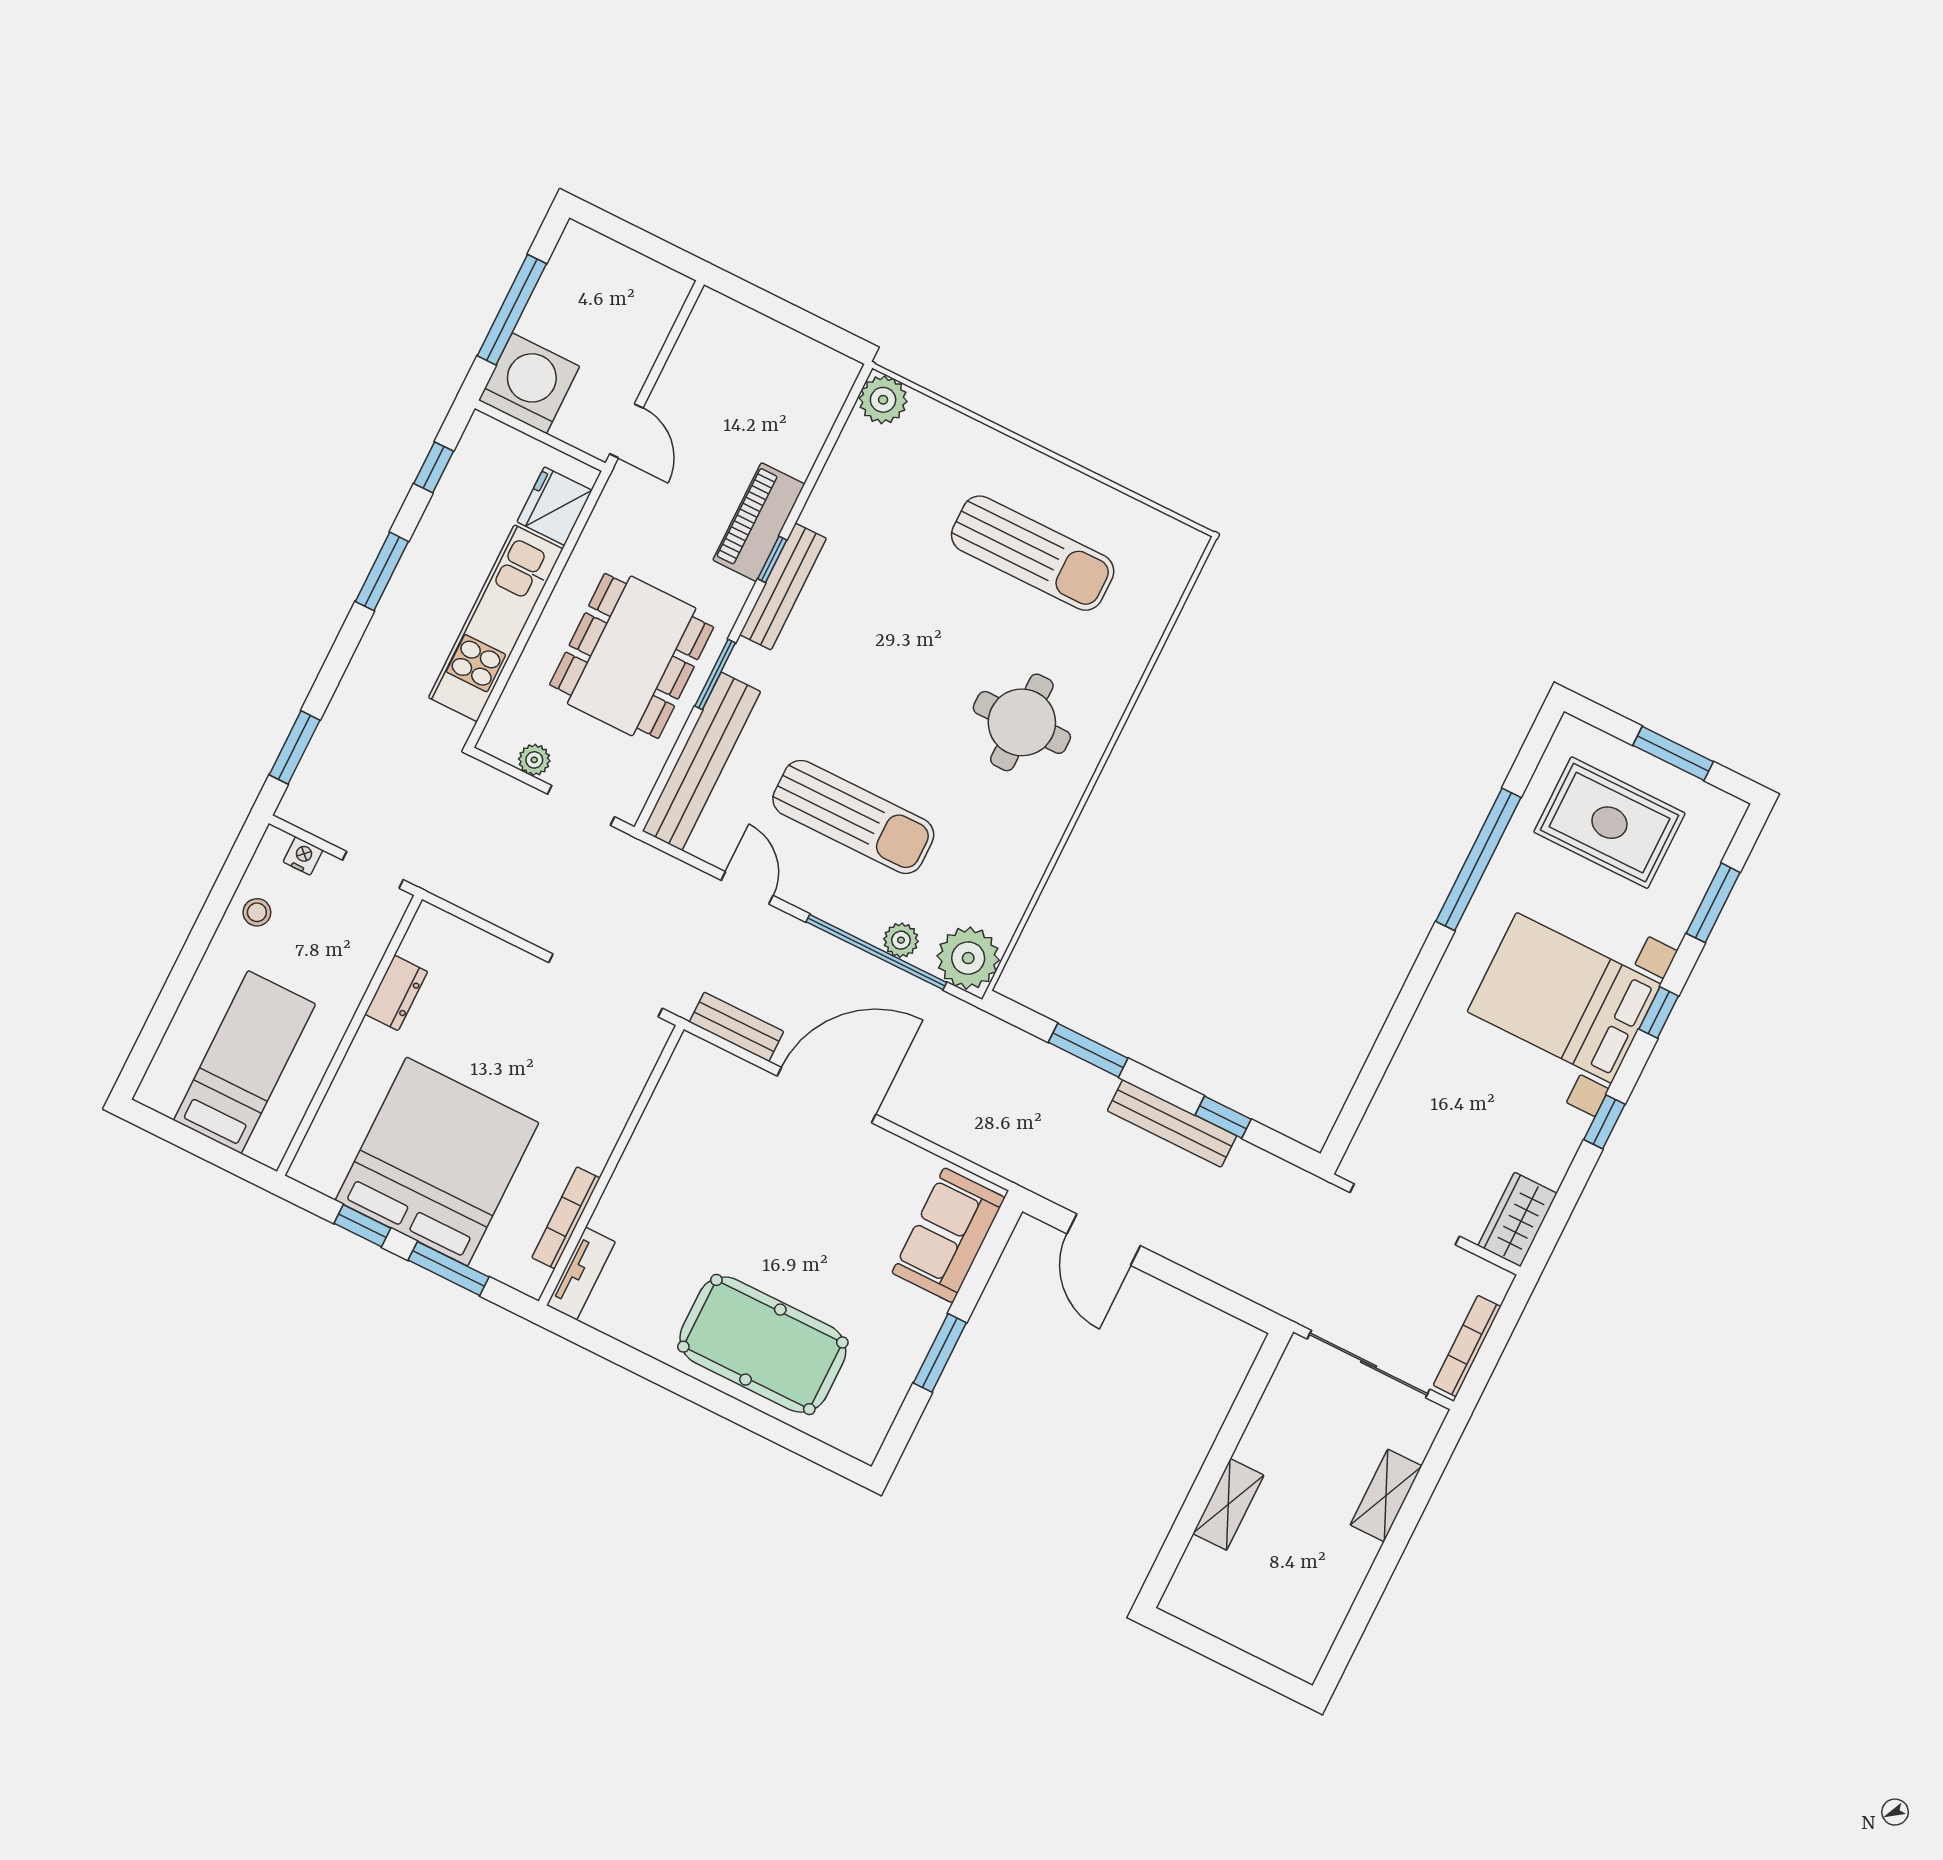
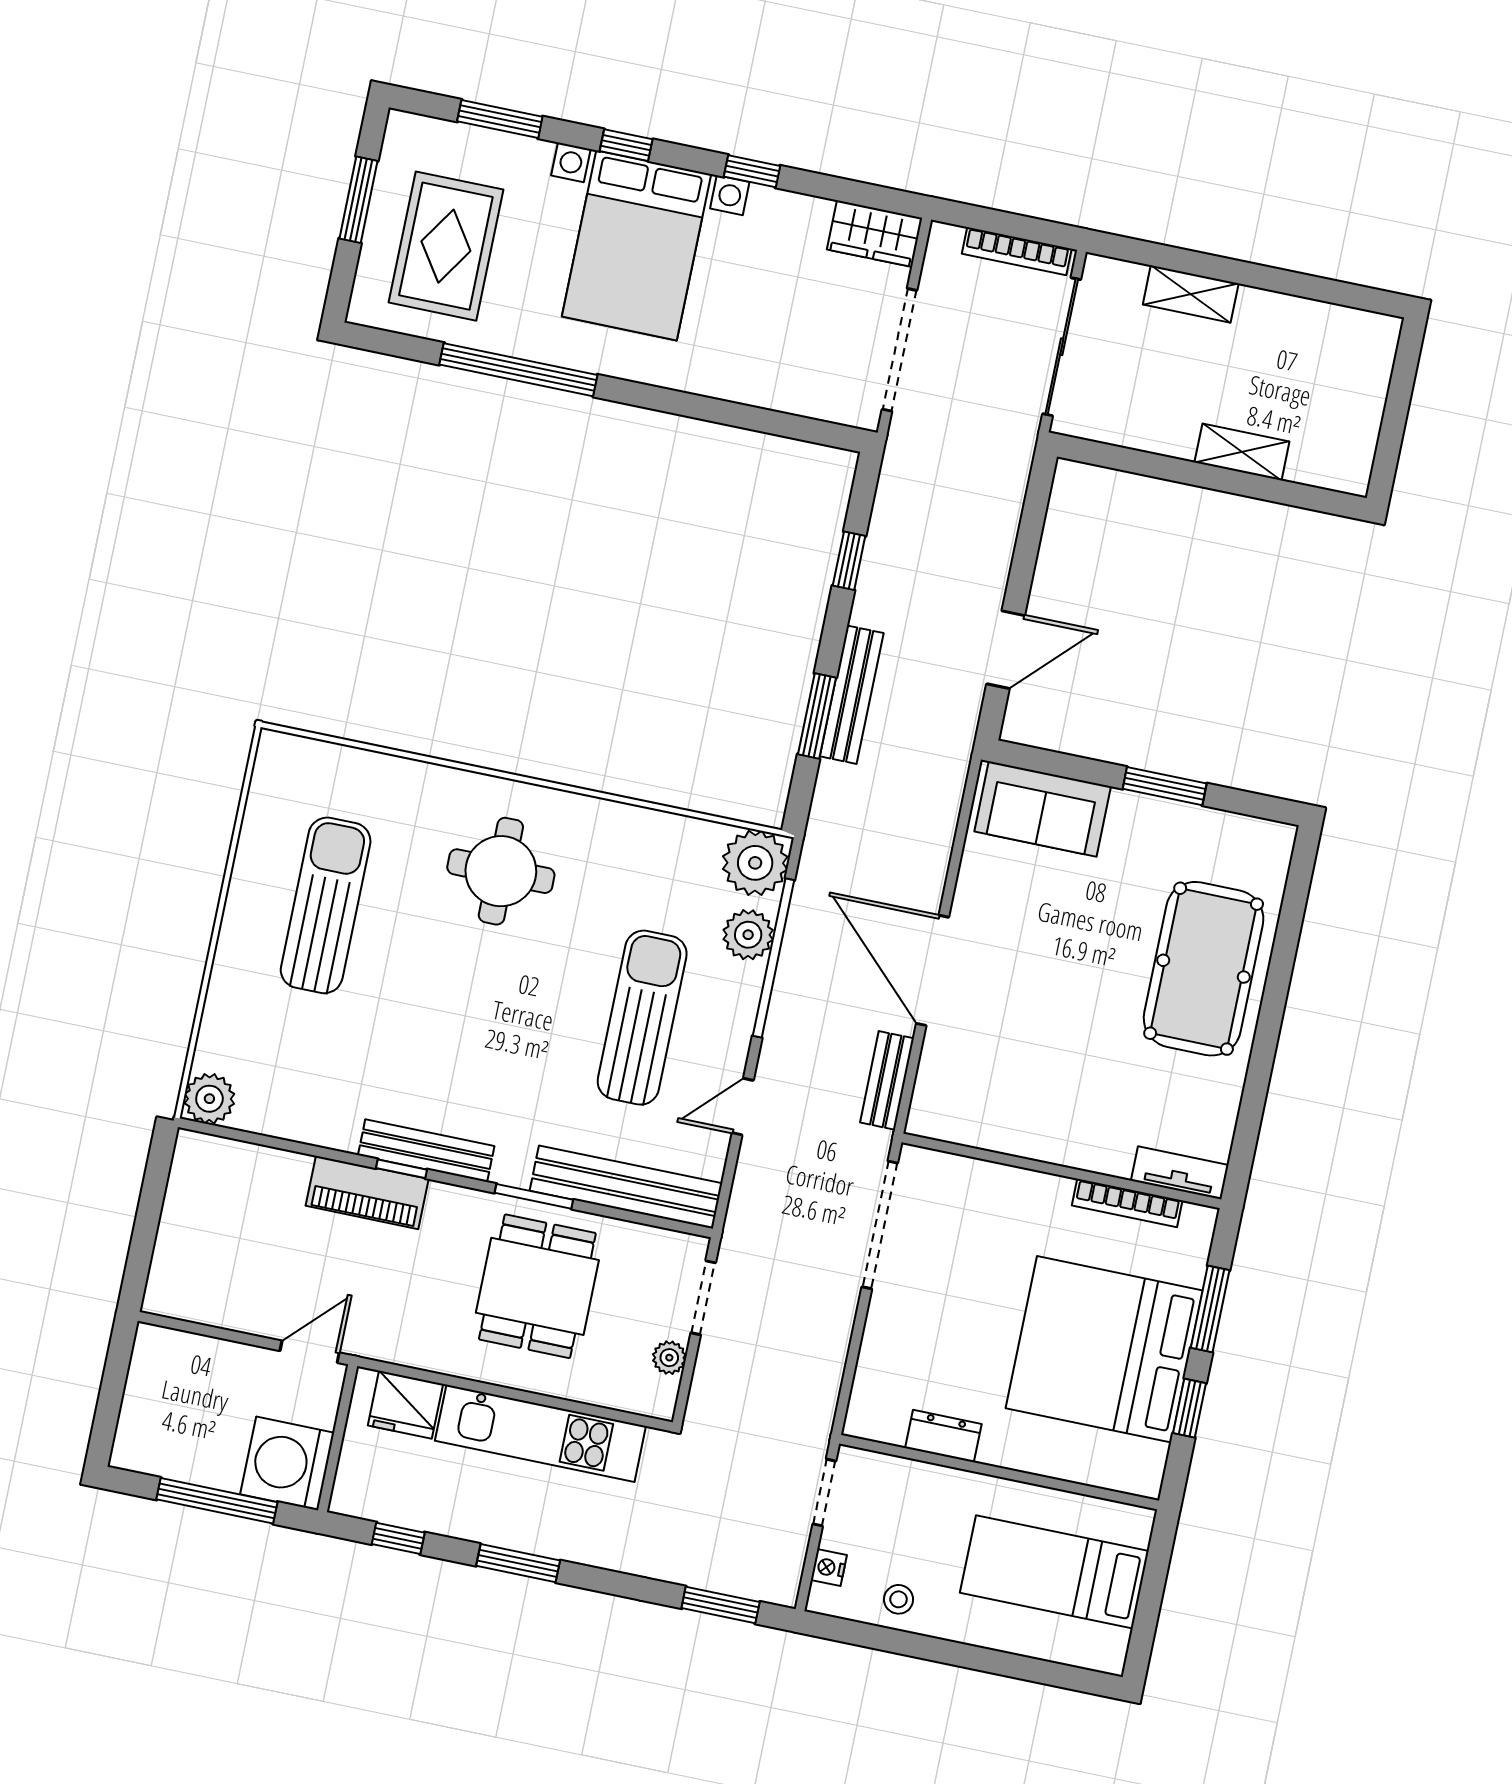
dining table: (632, 656) -> (537, 1286), width x0.73
plant: (901, 940) -> (748, 935), width x1.38, depth x1.38
bench: (1172, 1123) -> (852, 695), moved

